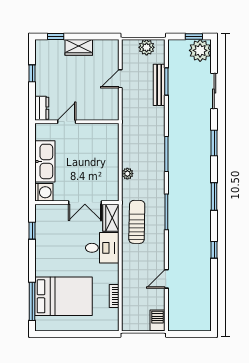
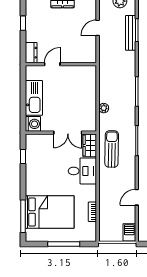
window: (80, 334) -> (64, 244), added

